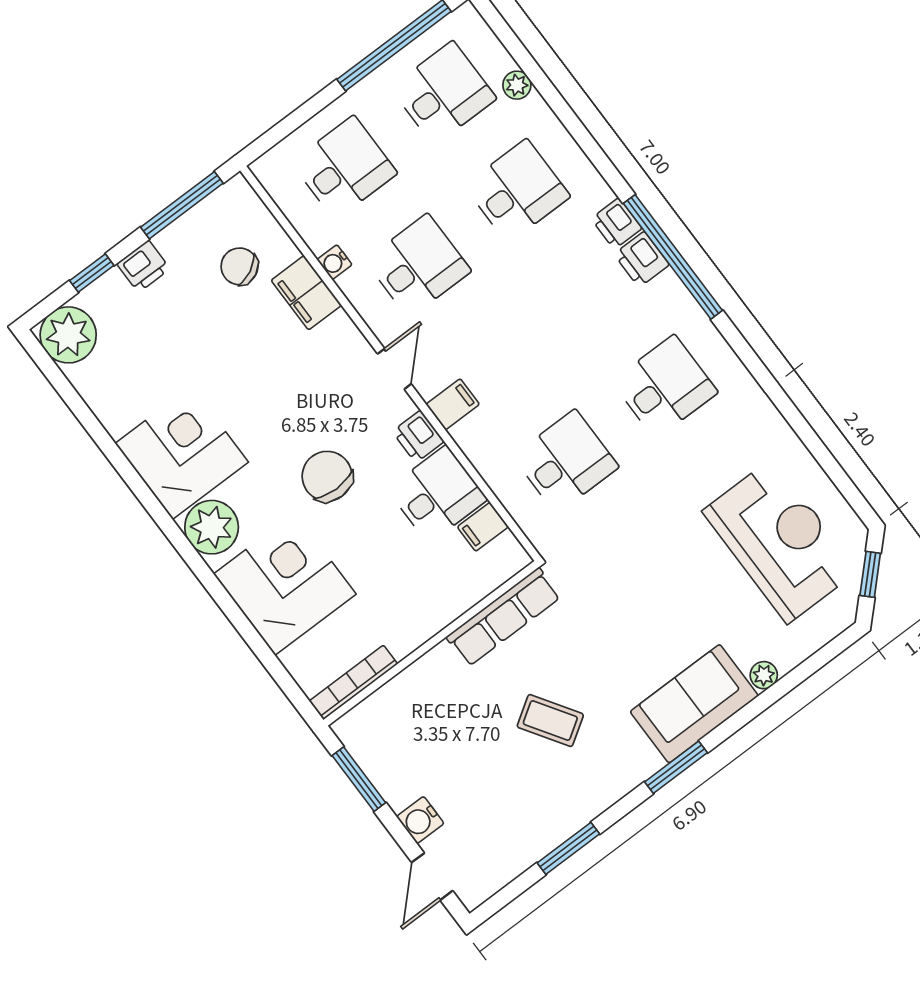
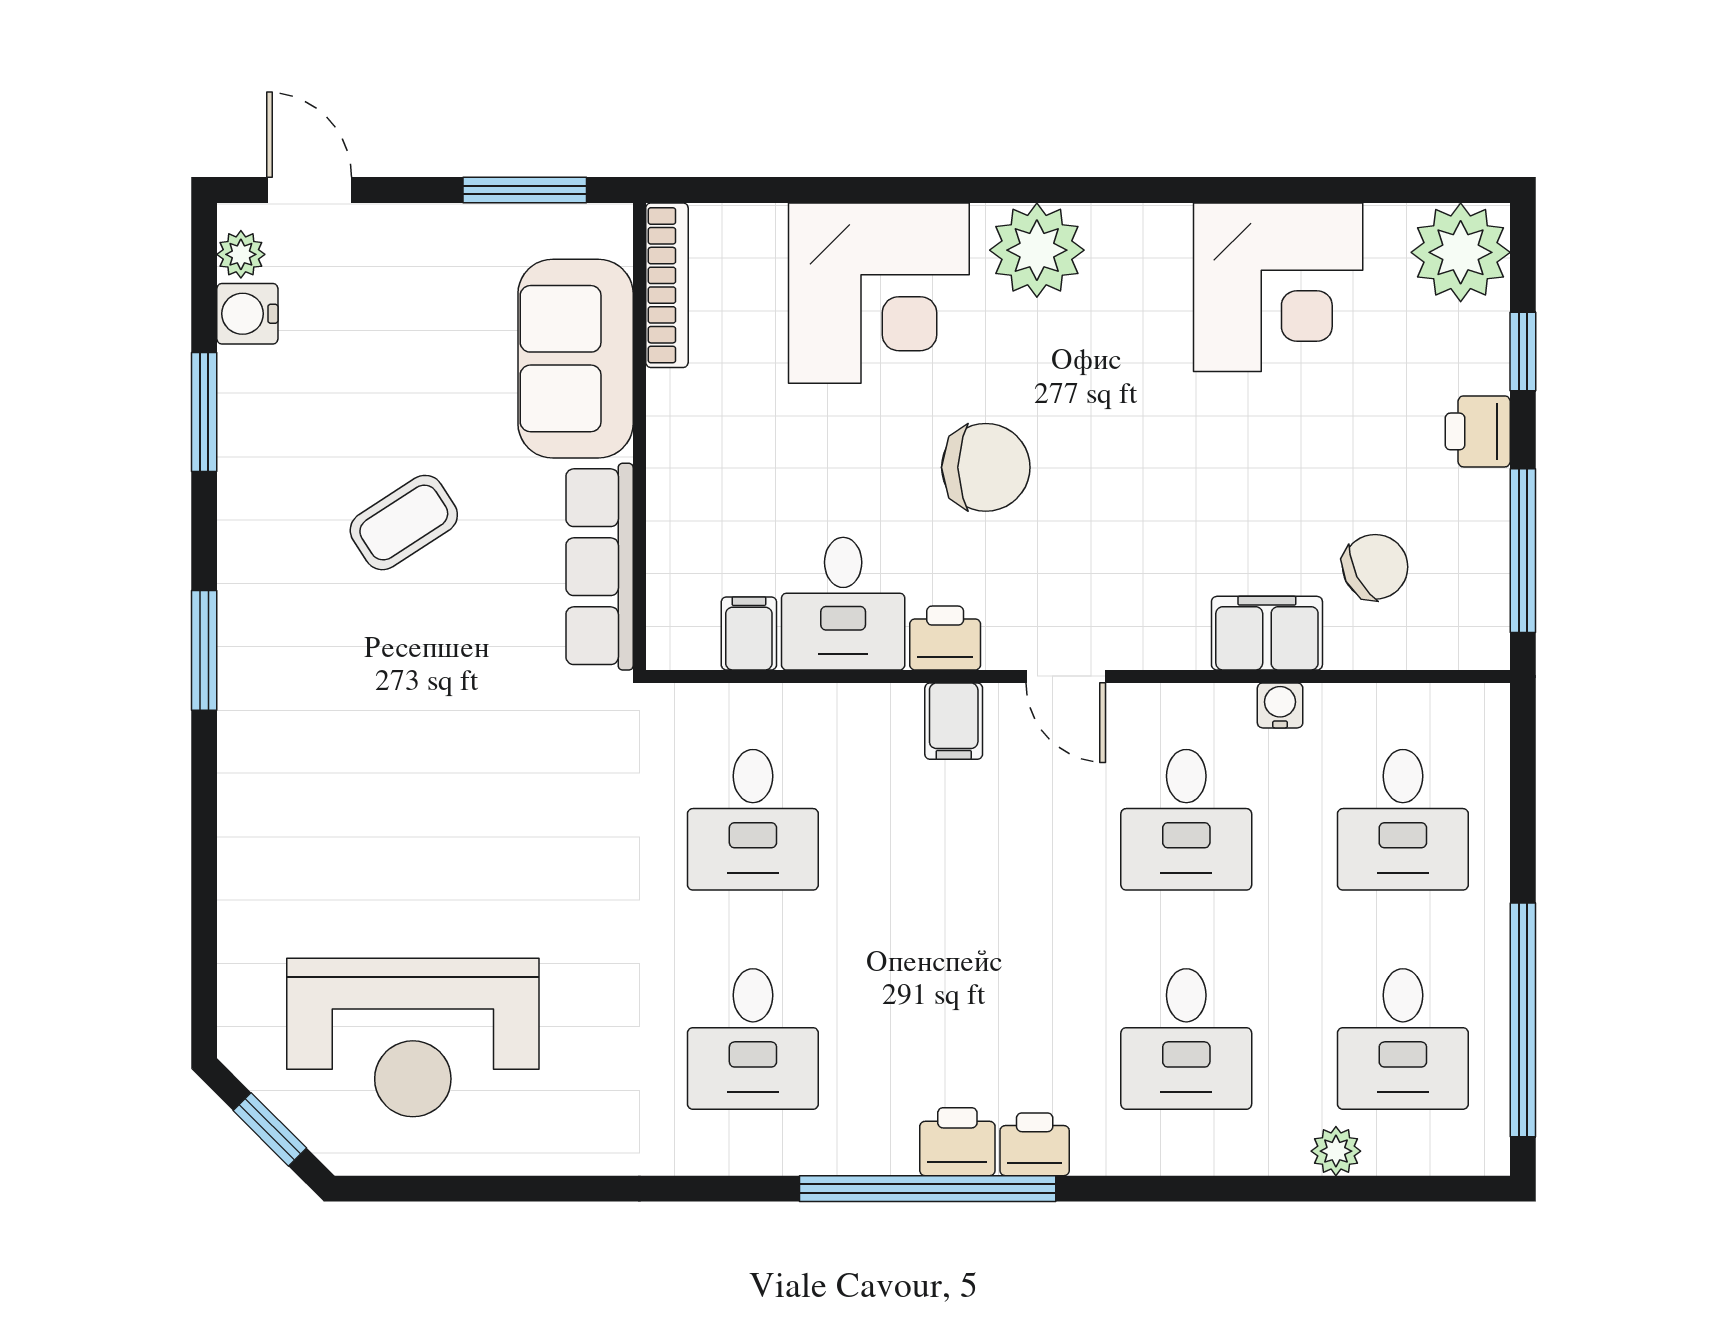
corner desk: (182, 453) -> (1278, 287), moved
plant: (764, 675) -> (241, 254), moved
sofa: (694, 704) -> (576, 359), moved, turned 180
water cooler: (420, 820) -> (247, 314), moved, turned -90

